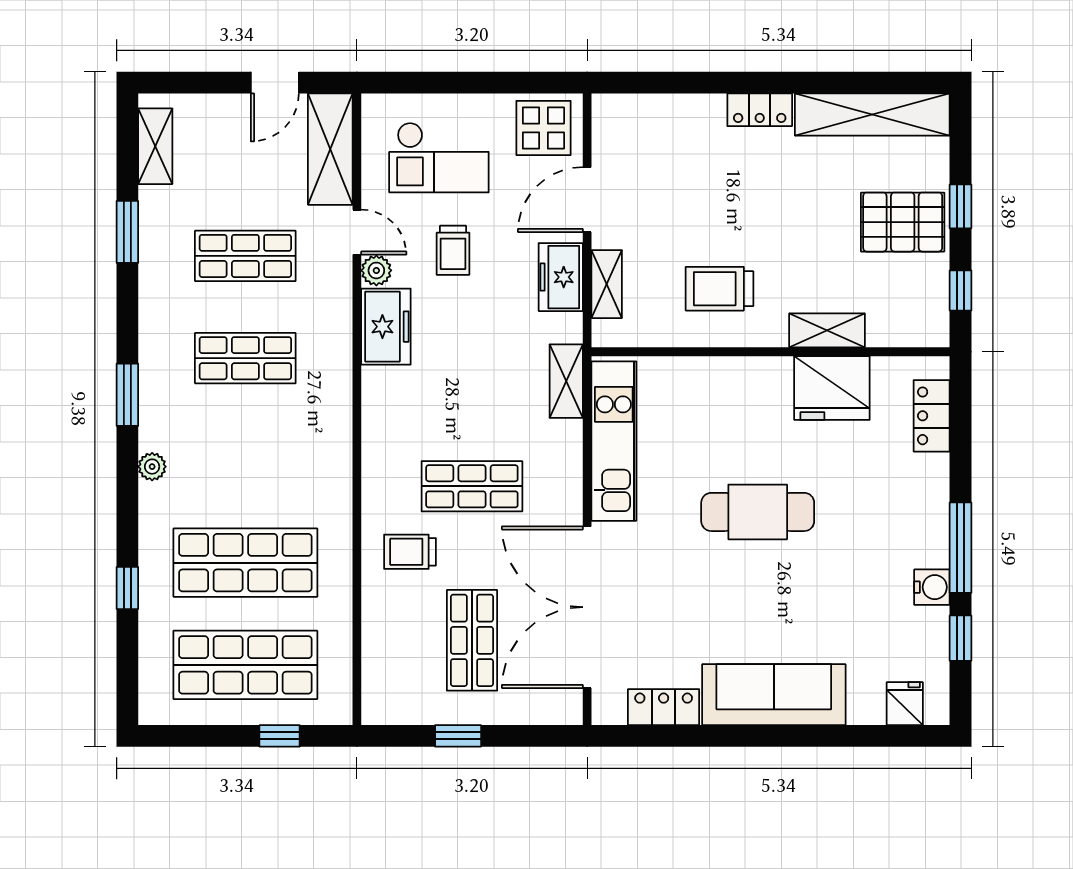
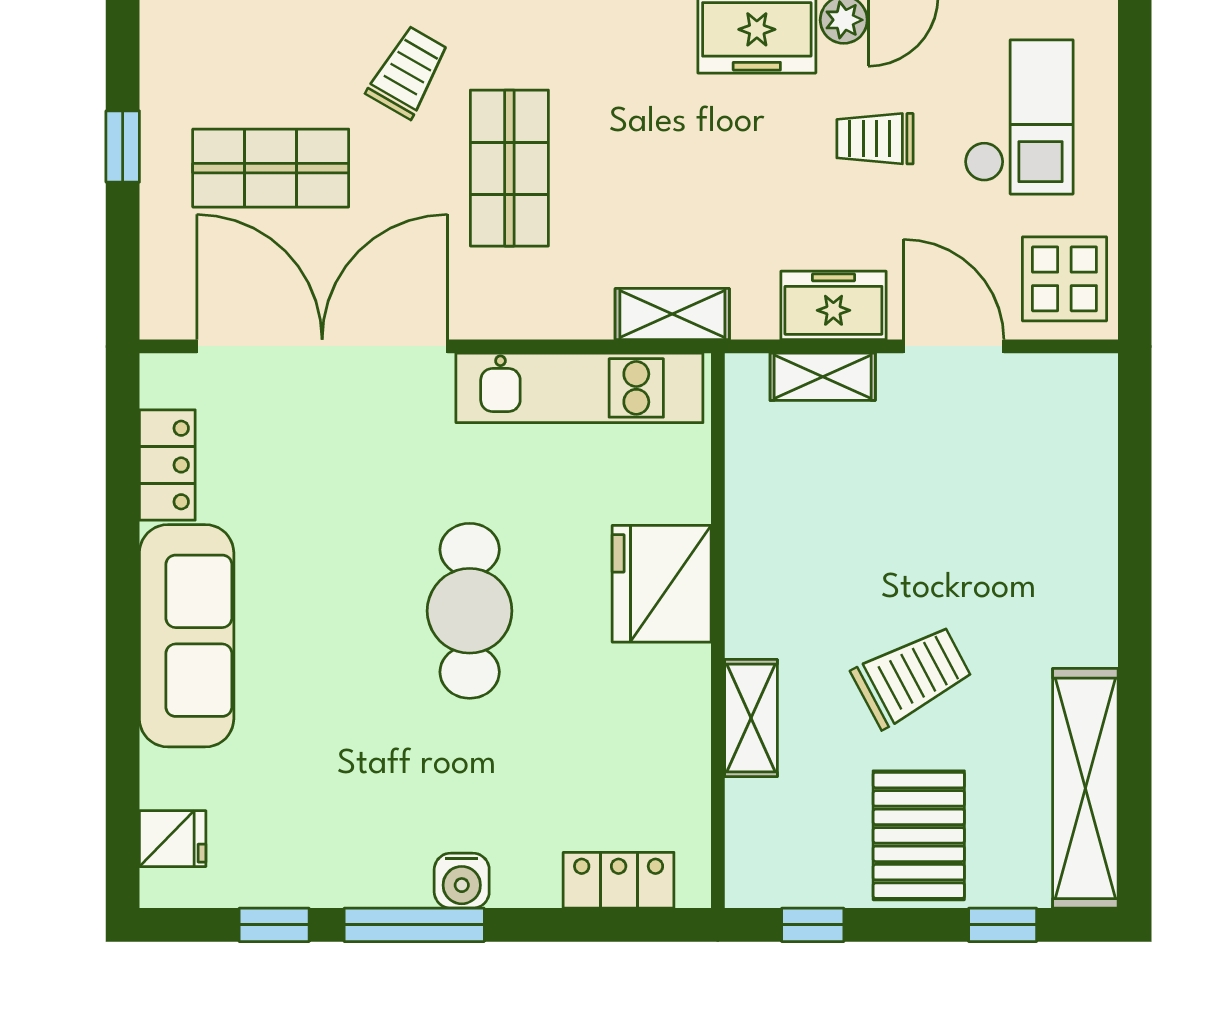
locker: (760, 110) -> (1093, 614), removed
checkout: (439, 157) -> (1019, 117), turned 180
window: (960, 206) -> (1003, 925), moved
trolley: (720, 289) -> (912, 676), moved, turned 62
fridge: (832, 388) -> (662, 584), moved
trolley: (410, 552) -> (408, 72), turned 30
water cooler: (932, 587) -> (462, 881), moved

